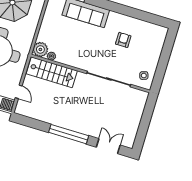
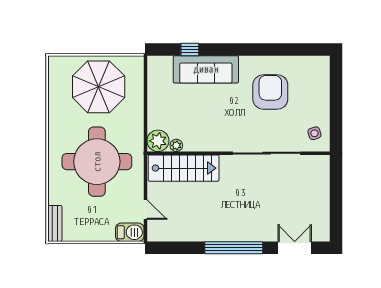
armchair: (123, 40) -> (270, 92), width x1.88, depth x1.88

